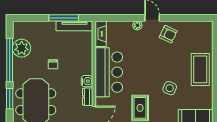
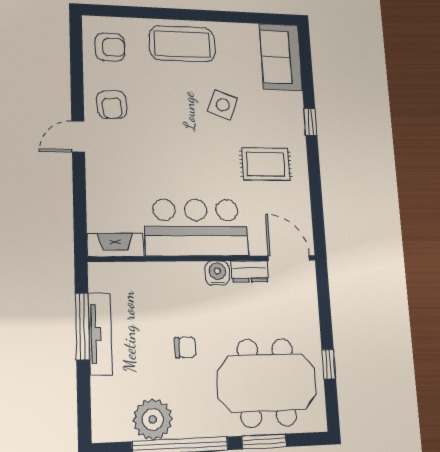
plant: (137, 25) -> (95, 167), removed
tv unit: (74, 26) -> (100, 334), moved
armchair: (168, 34) -> (112, 105), turned 150
armchair: (197, 34) -> (110, 47), added

